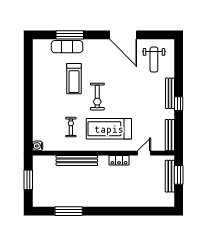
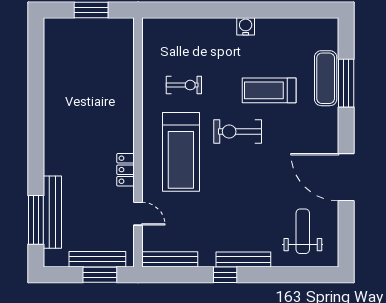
door: (123, 35) -> (346, 177), hinge flipped
weight bench: (154, 60) -> (303, 231), turned 90
treadmill: (109, 129) -> (181, 152), turned 180
water cooler: (38, 146) -> (246, 26), moved
bench: (77, 160) -> (52, 212), moved
window: (69, 211) -> (36, 220), moved

